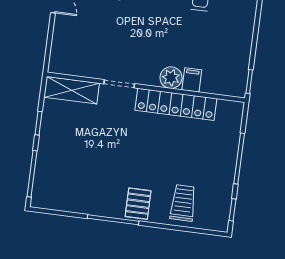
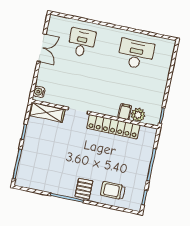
water cooler: (57, 60) -> (39, 92), added
plant: (171, 78) -> (138, 115), moved
trolley: (183, 203) -> (113, 191), turned -90

